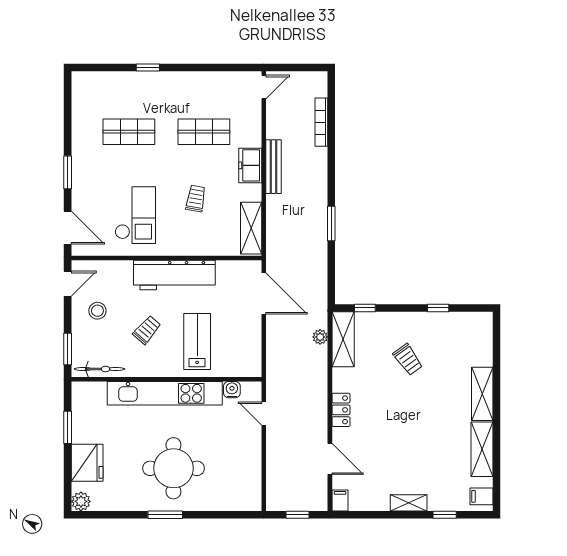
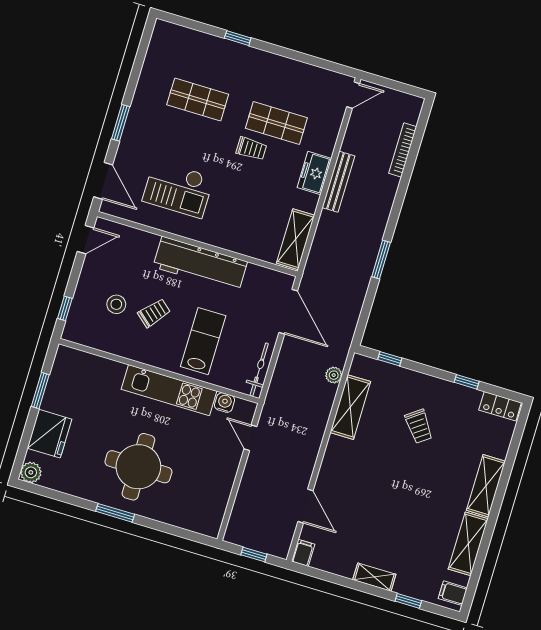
trolley: (196, 198) -> (251, 149), moved, turned 80
checkout: (135, 215) -> (178, 189), turned 90
stool: (97, 311) -> (116, 304), moved
shelving: (343, 339) -> (350, 407), moved
window: (68, 349) -> (65, 308), width x0.67
bicycle: (99, 369) -> (259, 370), moved, turned -90
kitchen unit: (165, 393) -> (169, 390), width x0.73
locker: (341, 410) -> (500, 406), moved, turned 90

